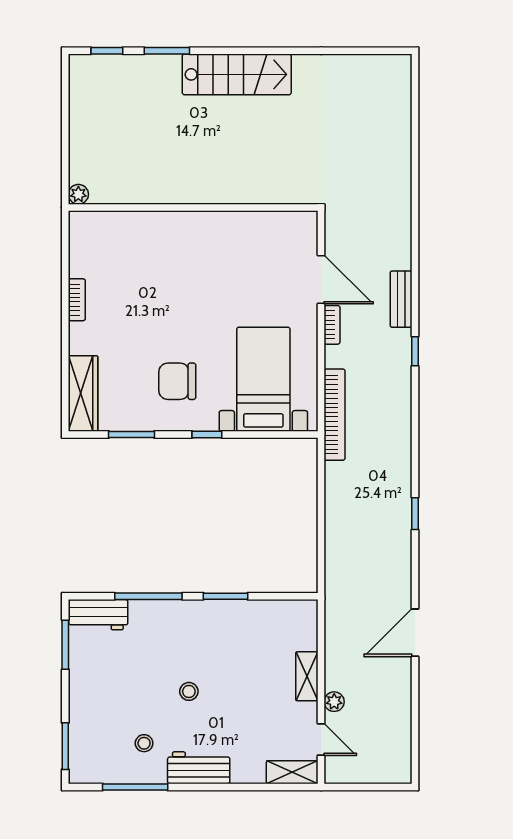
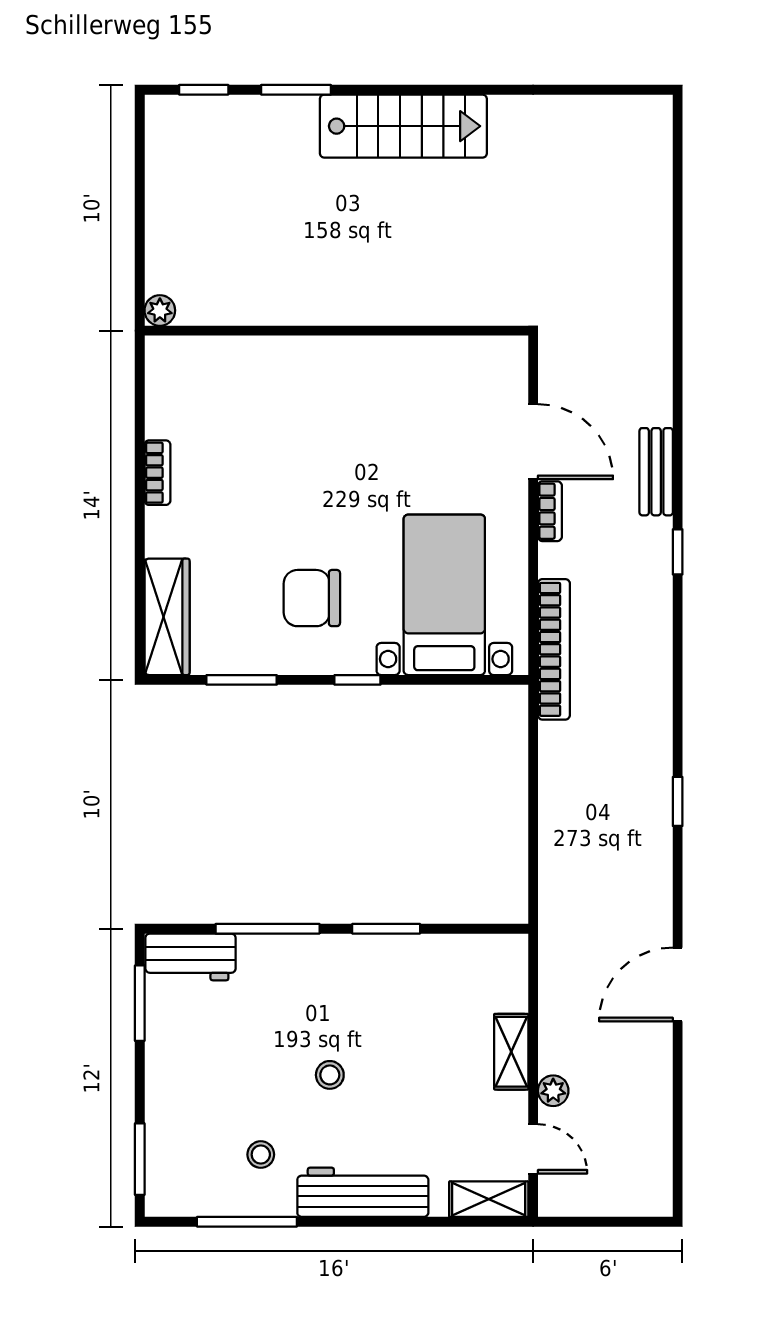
workbench: (199, 768) -> (363, 1192), width x1.37

